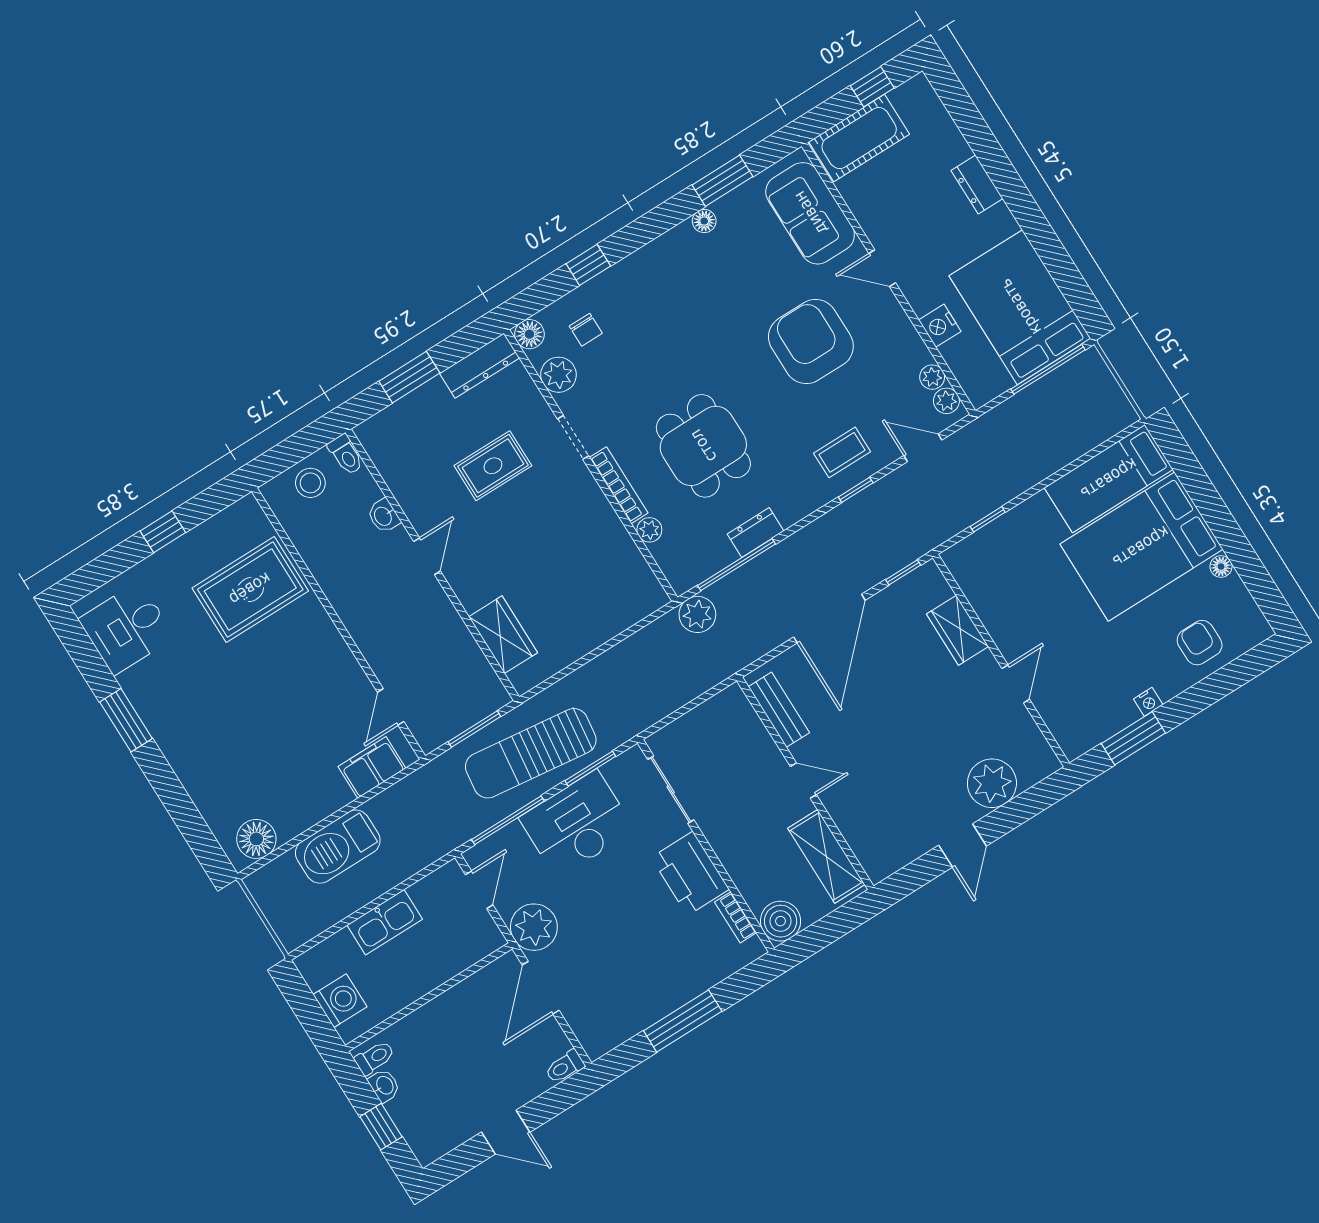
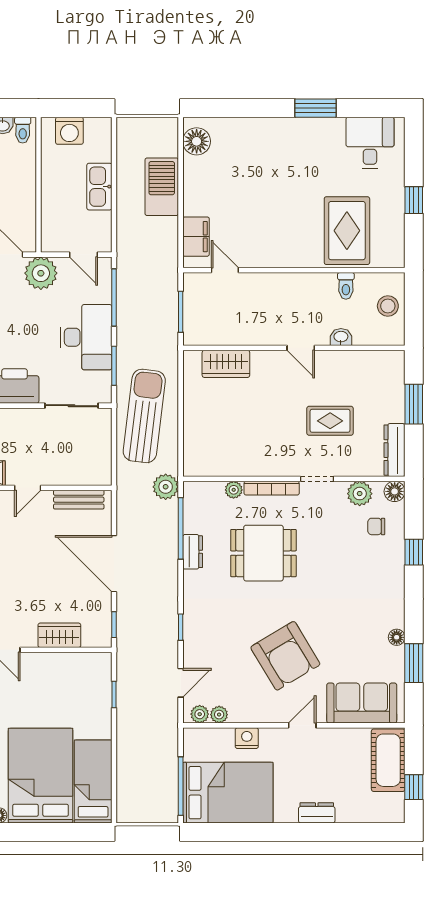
armchair: (811, 342) -> (285, 656), turned 59
coffee table: (842, 452) -> (208, 633), removed
toilet: (346, 455) -> (346, 286), moved, turned -90
rug: (493, 466) -> (330, 421), turned 90
sun lounger: (531, 753) -> (144, 416), moved

